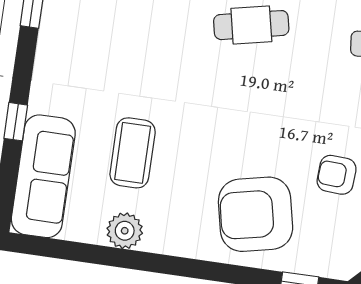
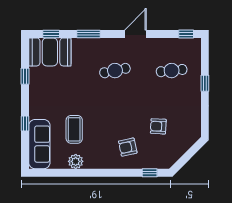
armchair: (256, 214) -> (128, 147), width x0.53, depth x0.53

